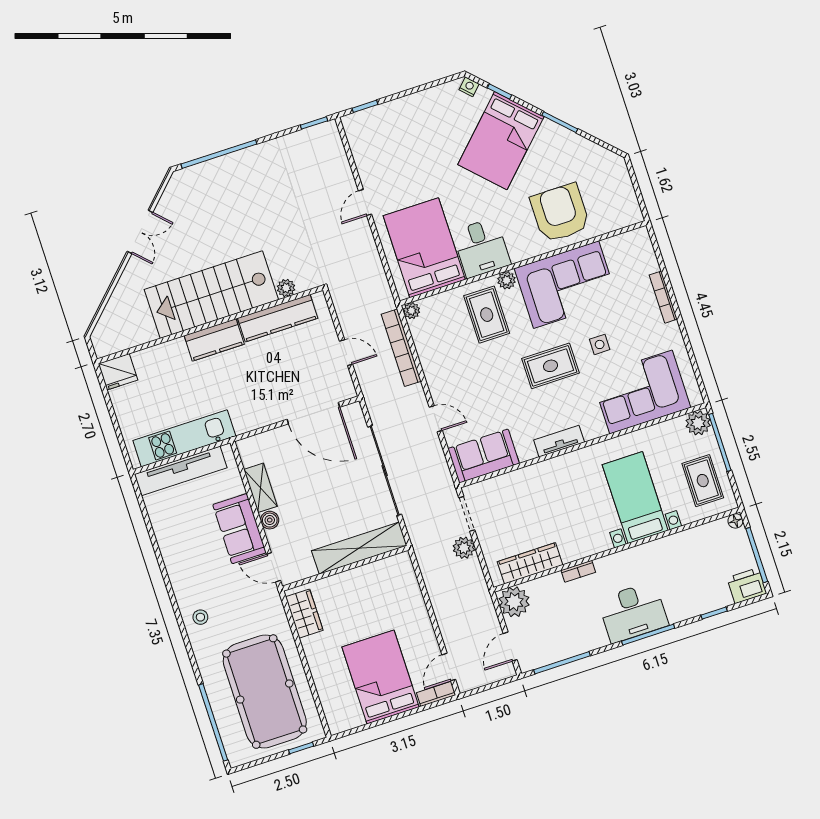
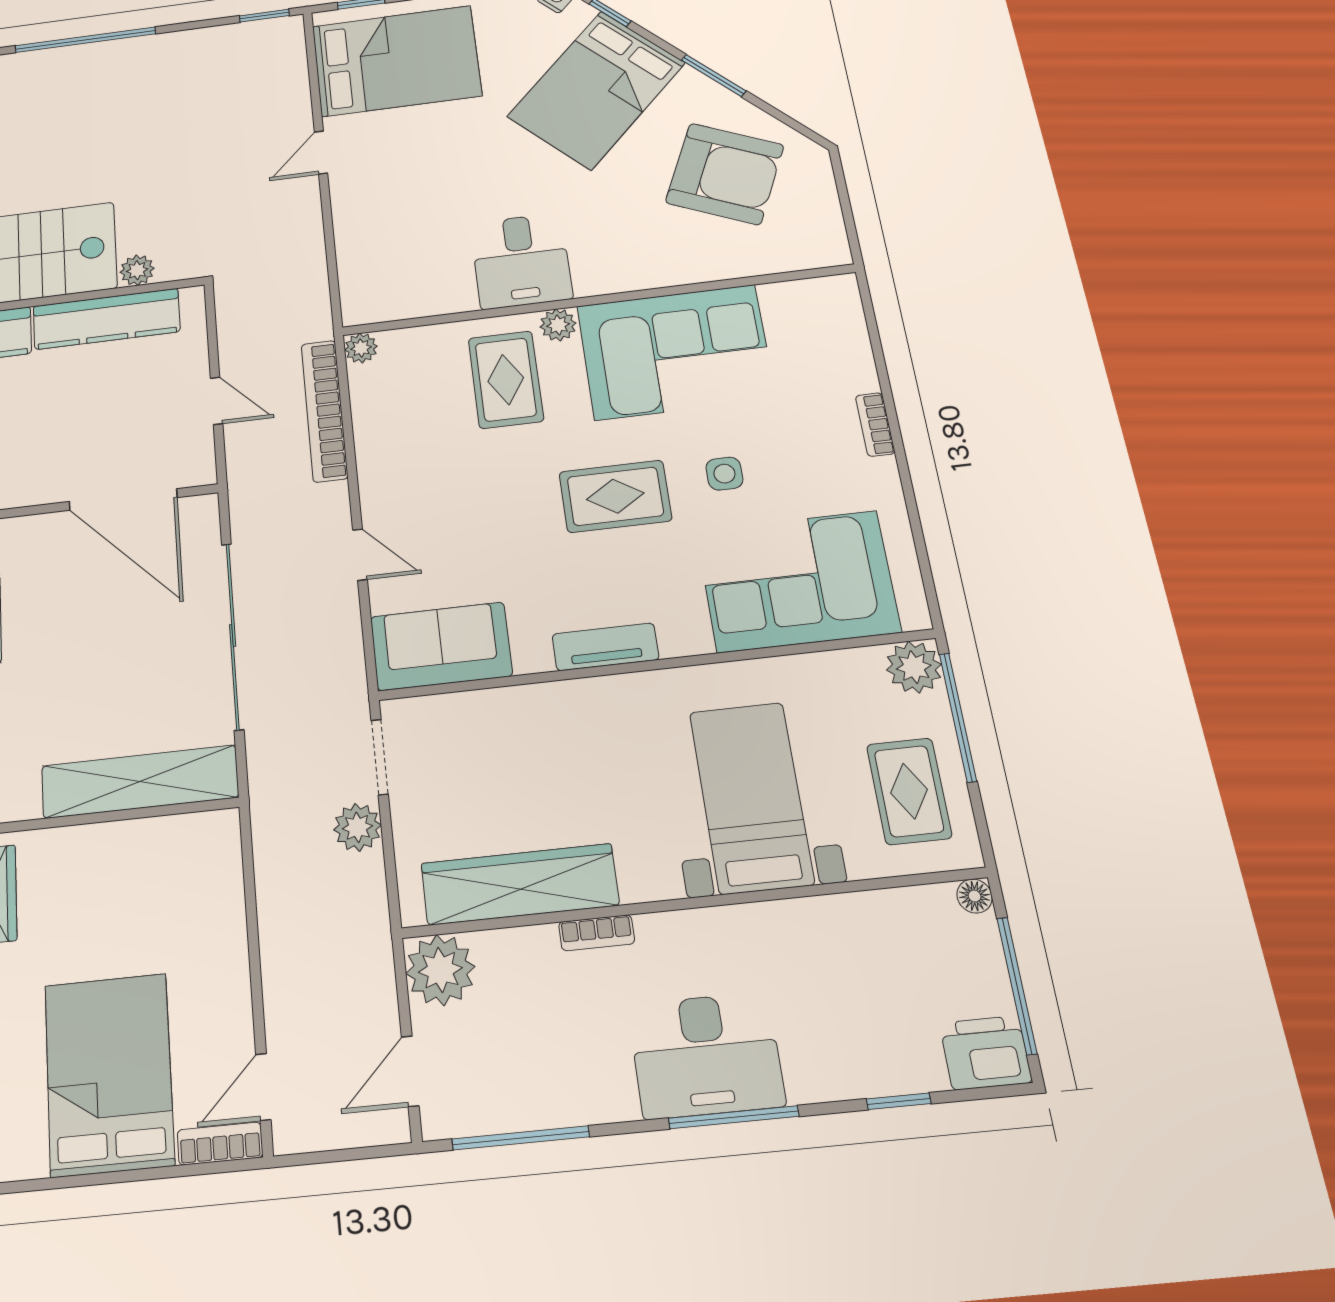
armchair: (560, 213) -> (725, 174), moved, turned 114
bed: (424, 248) -> (396, 61), moved, turned 90
bookcase: (663, 297) -> (875, 425), width x0.64
wardrobe: (530, 563) -> (520, 884), width x1.40, depth x1.17

